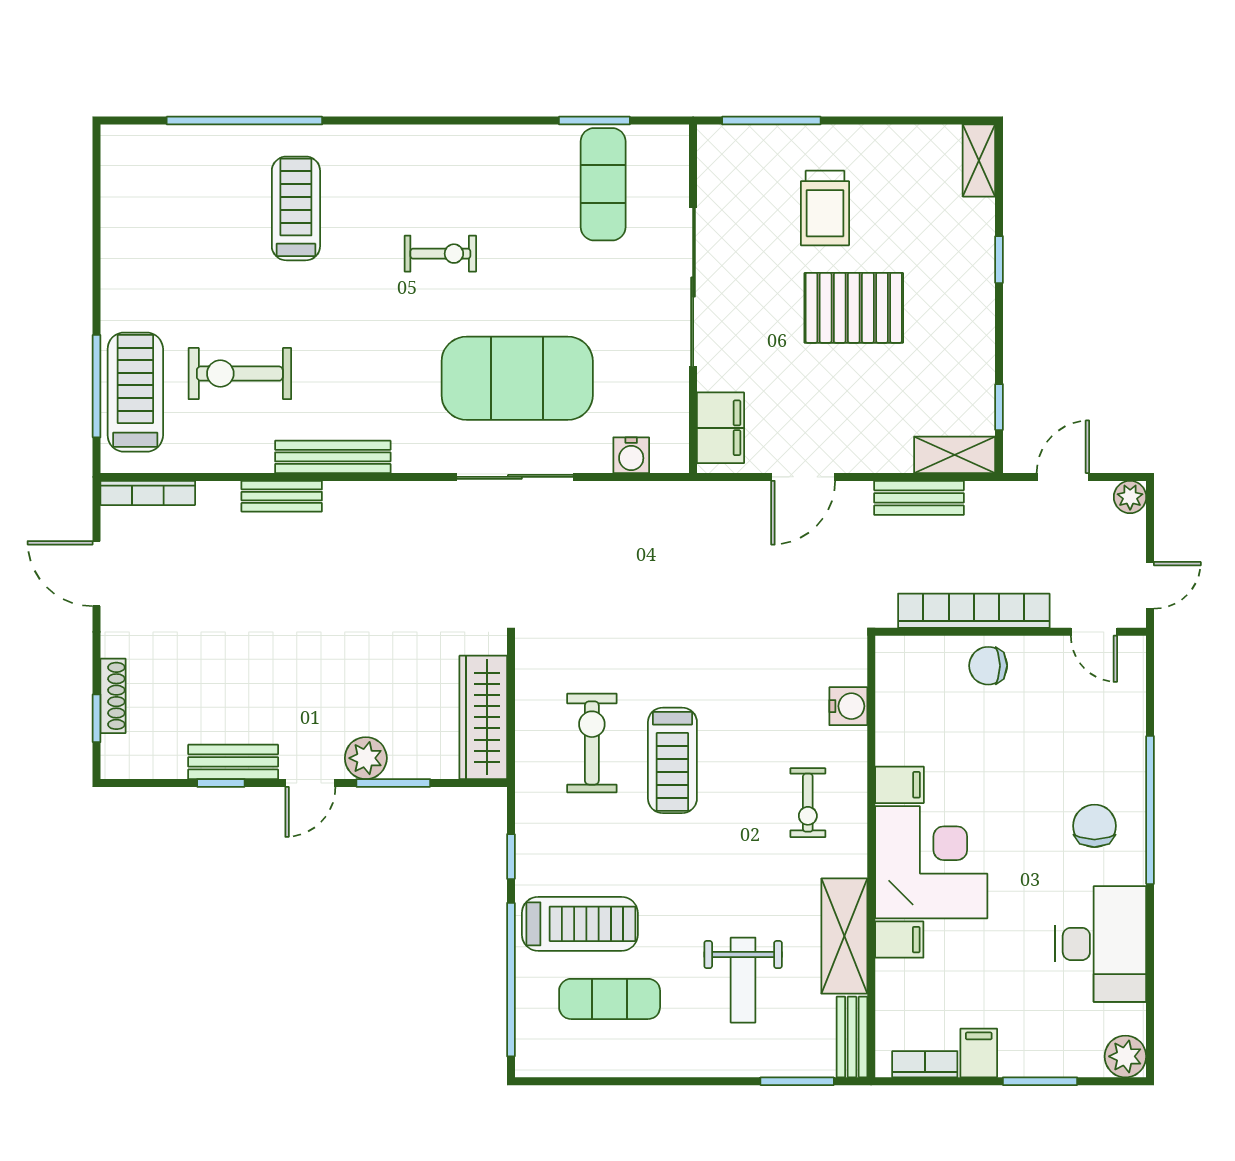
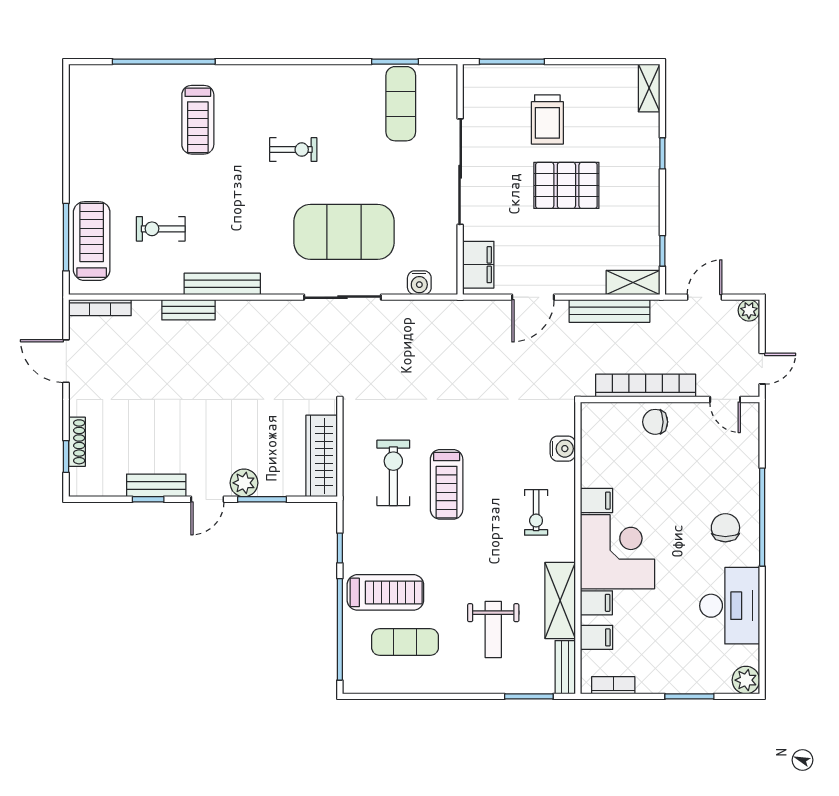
treadmill: (296, 208) -> (198, 120), turned 180
exercise bike: (240, 374) -> (161, 229), width x0.73, depth x0.72
bench: (919, 498) -> (609, 311), width x1.36
filing cabinet: (979, 1053) -> (597, 637), moved, turned 90

